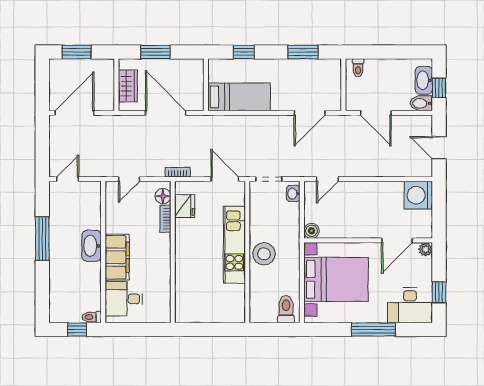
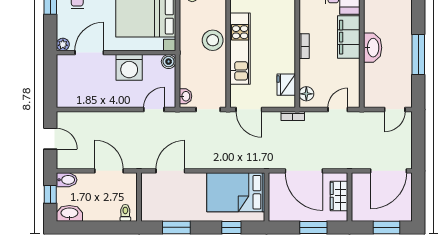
washbasin: (424, 80) -> (69, 213), moved, turned -90
bed: (239, 97) -> (236, 192), width x1.50
washing machine: (418, 195) -> (129, 67), moved, turned 90
bookcase: (165, 219) -> (304, 46), moved

